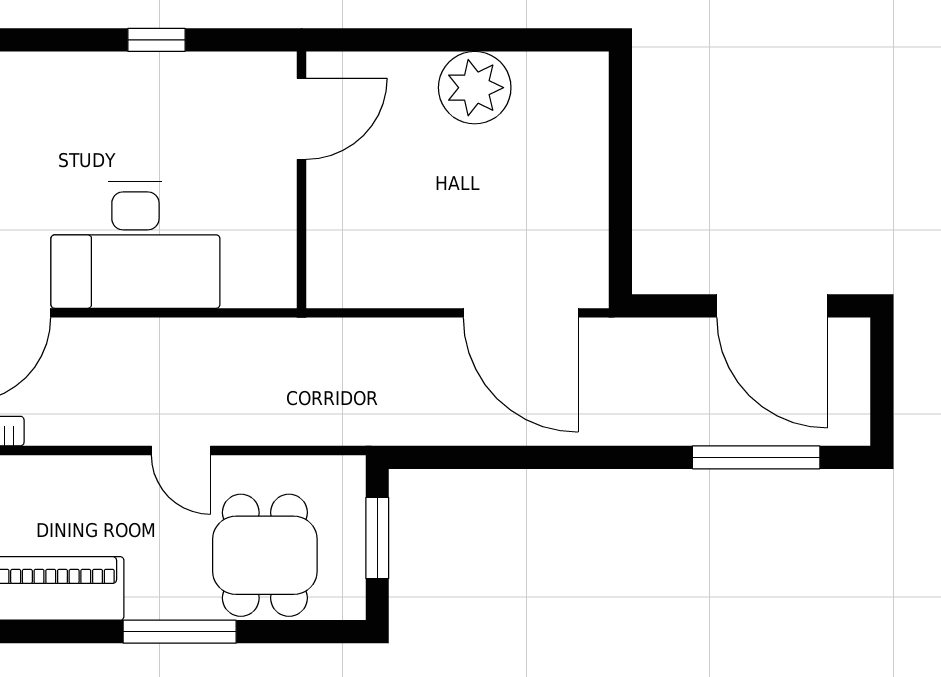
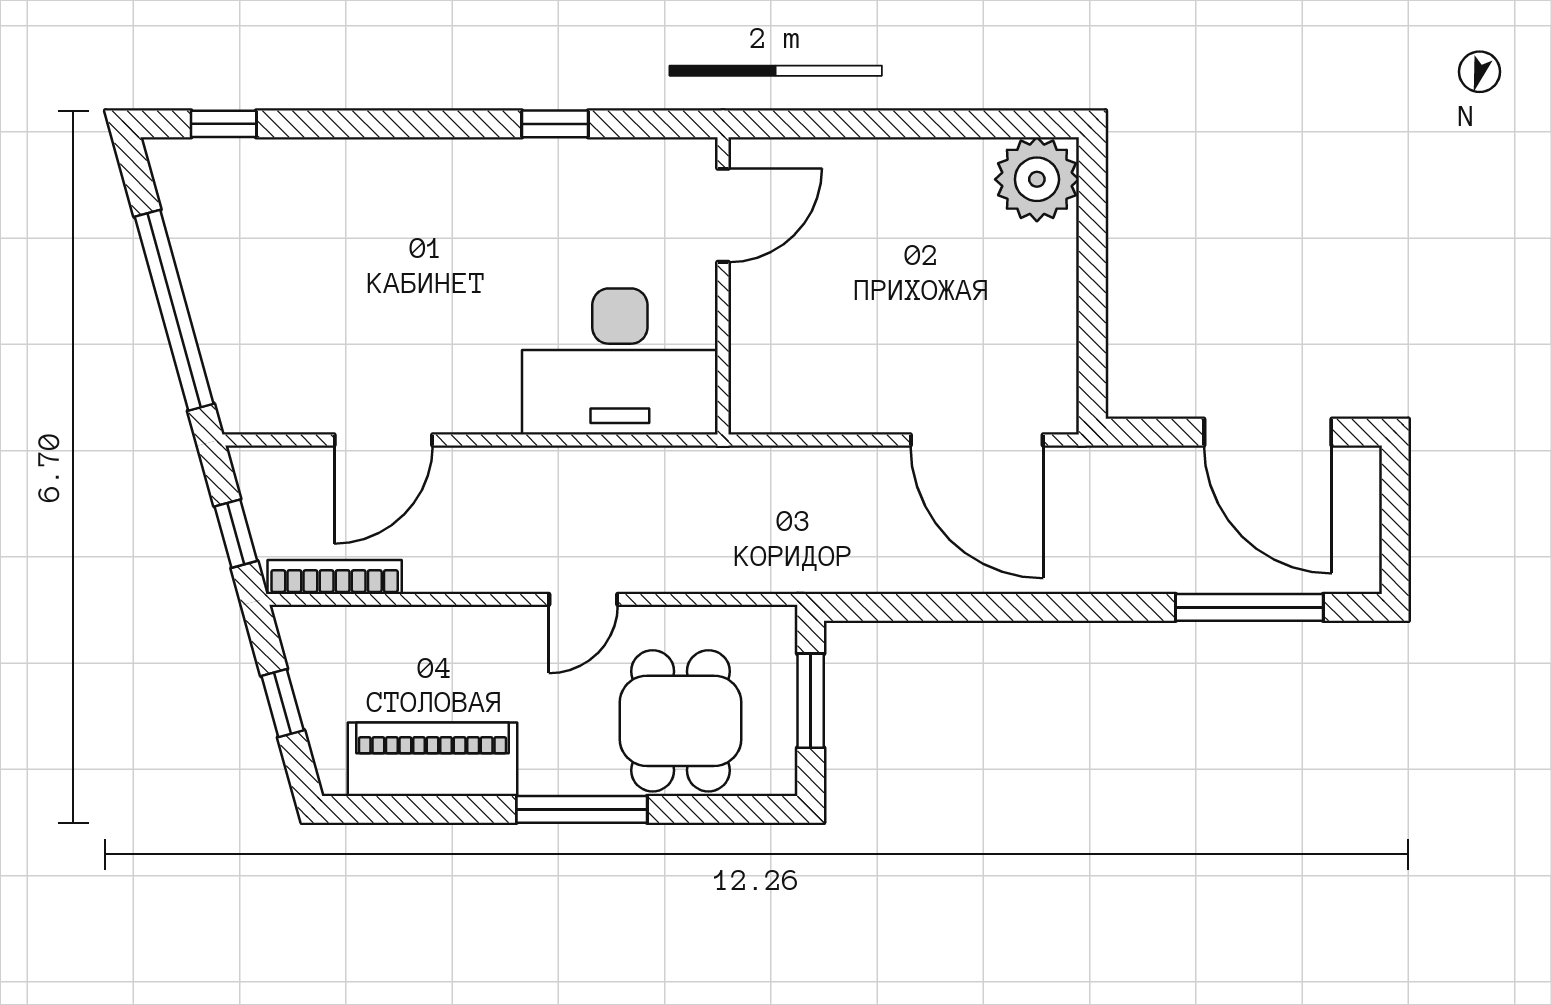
plant: (475, 88) -> (1037, 179), moved
desk: (135, 245) -> (620, 362), moved
door: (181, 450) -> (583, 599), hinge flipped

